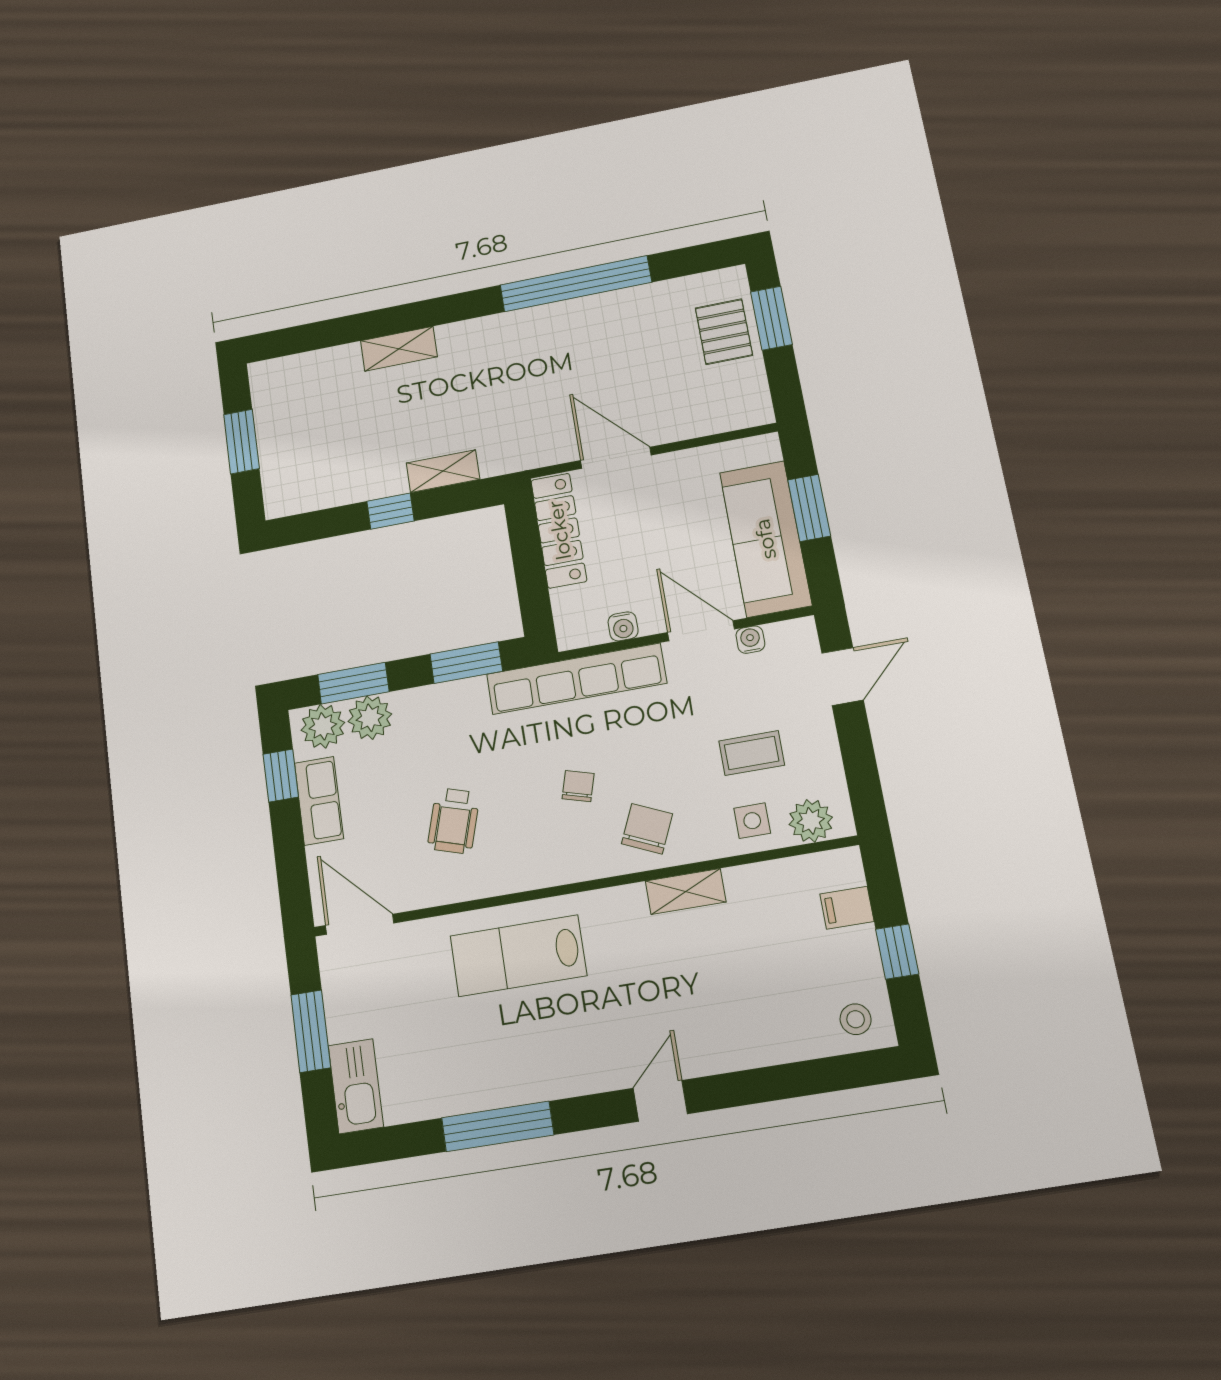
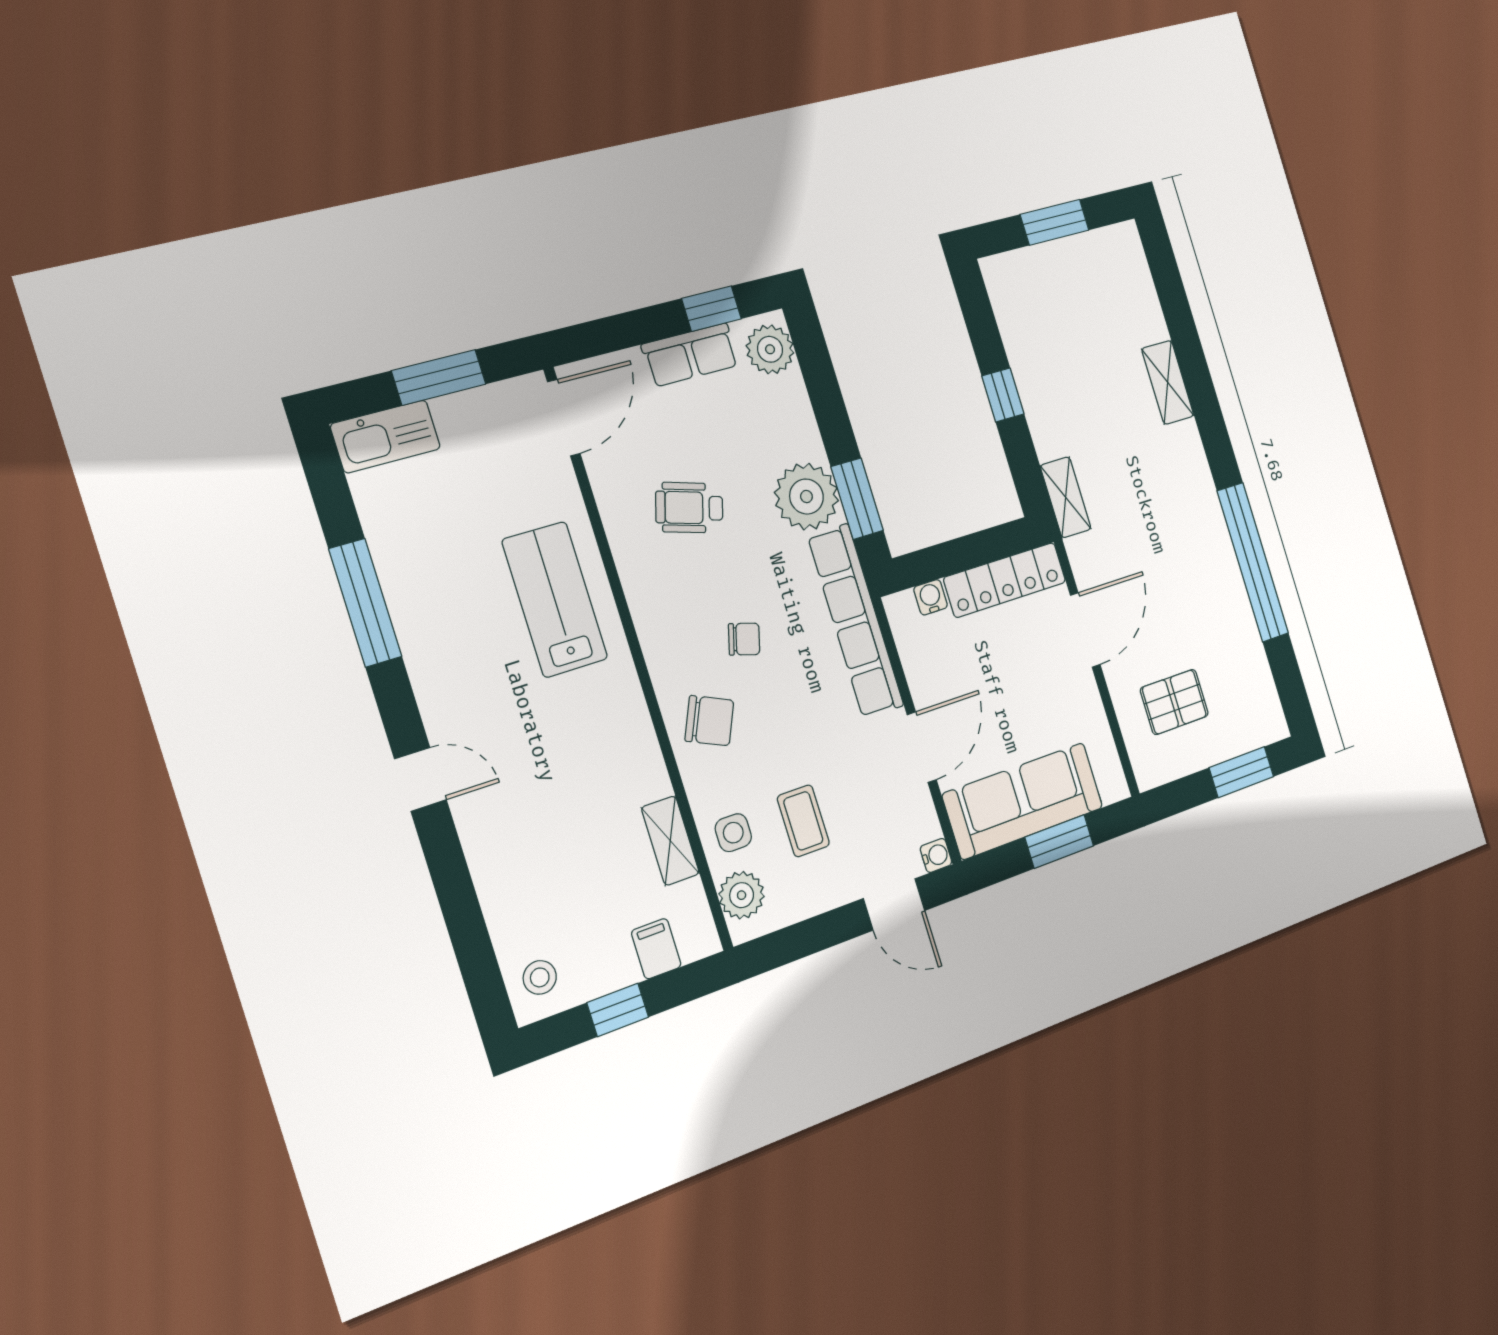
pallet: (724, 332) -> (1174, 702), moved
shelving: (443, 471) -> (1066, 497), moved
water cooler: (623, 626) -> (931, 597), moved, turned 90
water cooler: (750, 640) -> (936, 855), moved
window: (353, 683) -> (820, 377), removed
plant: (370, 718) -> (806, 497), moved, width x1.36, depth x1.36
shelving: (686, 891) -> (670, 841), moved

